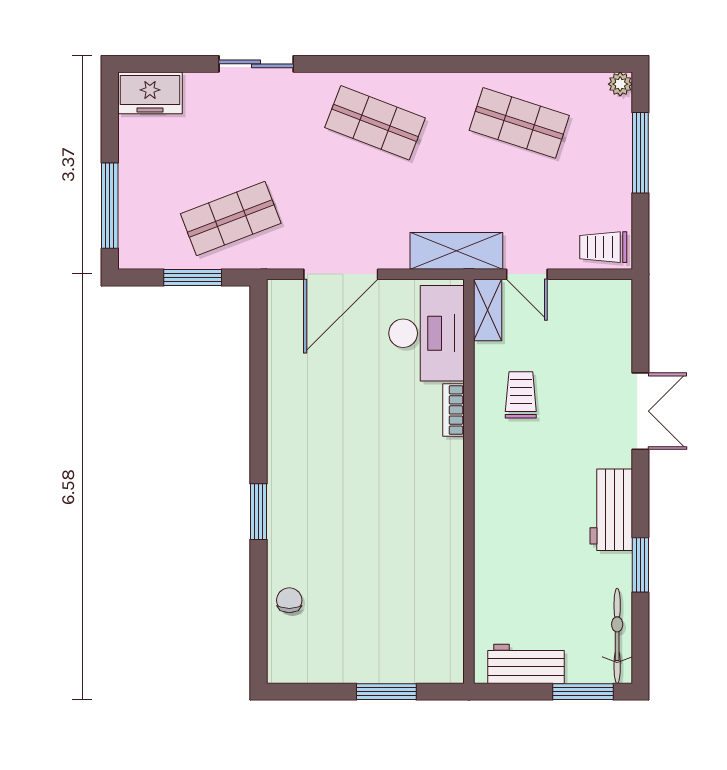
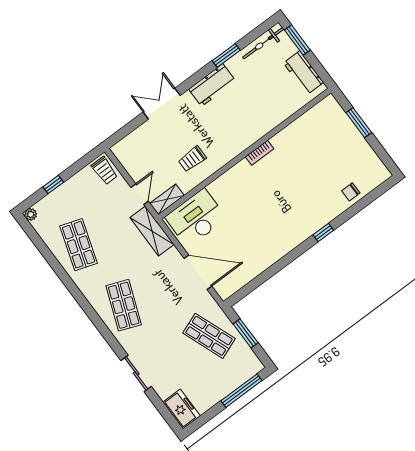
window: (640, 153) -> (53, 184), width x0.46
bookcase: (453, 410) -> (260, 153), moved
window: (259, 512) -> (323, 232), width x0.67

